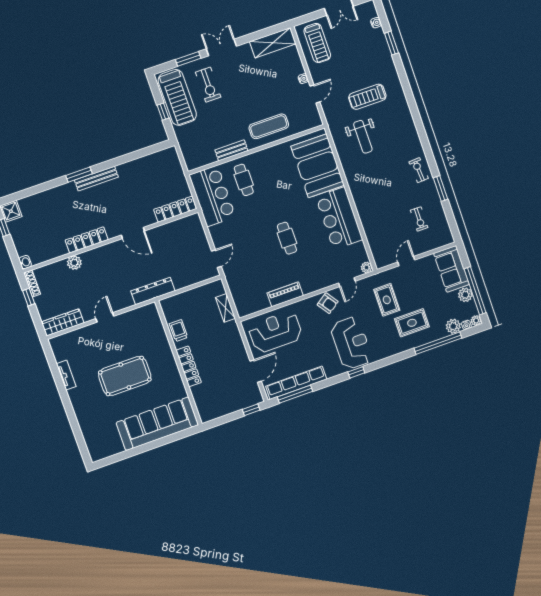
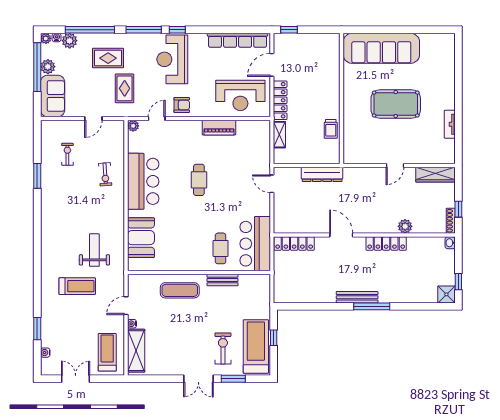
shelving: (273, 43) -> (136, 351), moved, turned 90
booth: (318, 166) -> (141, 238), width x0.73, depth x0.70
exercise bike: (419, 170) -> (105, 174), moved
window: (79, 175) -> (372, 306), width x1.44
door: (216, 259) -> (272, 184), hinge flipped
dresser: (153, 291) -> (322, 174), moved
armchair: (328, 303) -> (182, 105), turned 125
locker: (189, 366) -> (280, 100), moved, turned 180
window: (295, 394) -> (144, 30), moved

